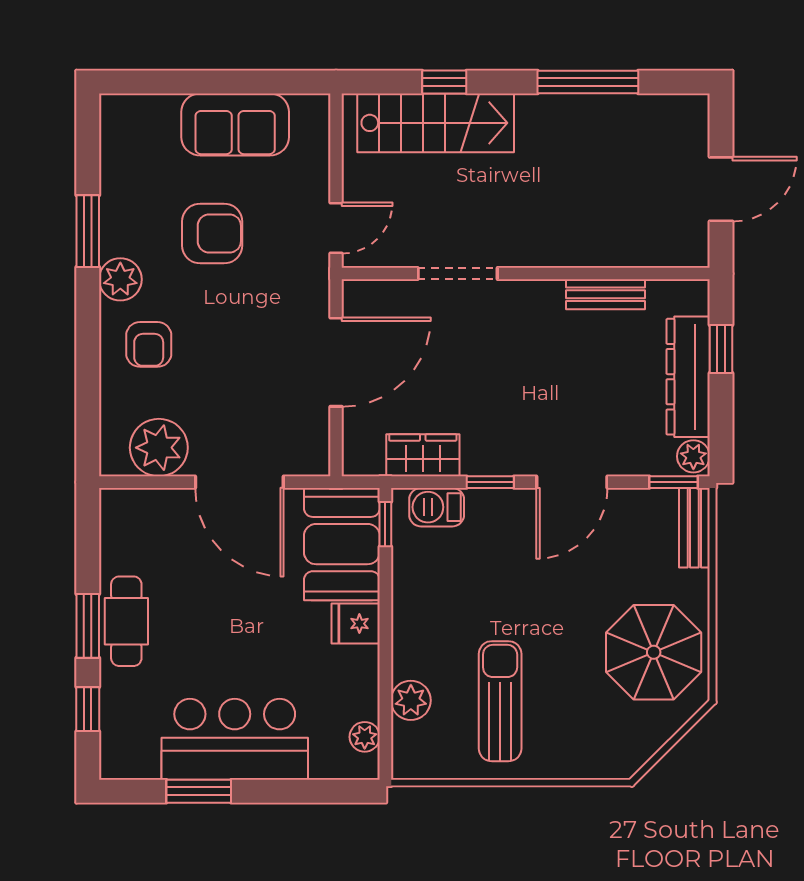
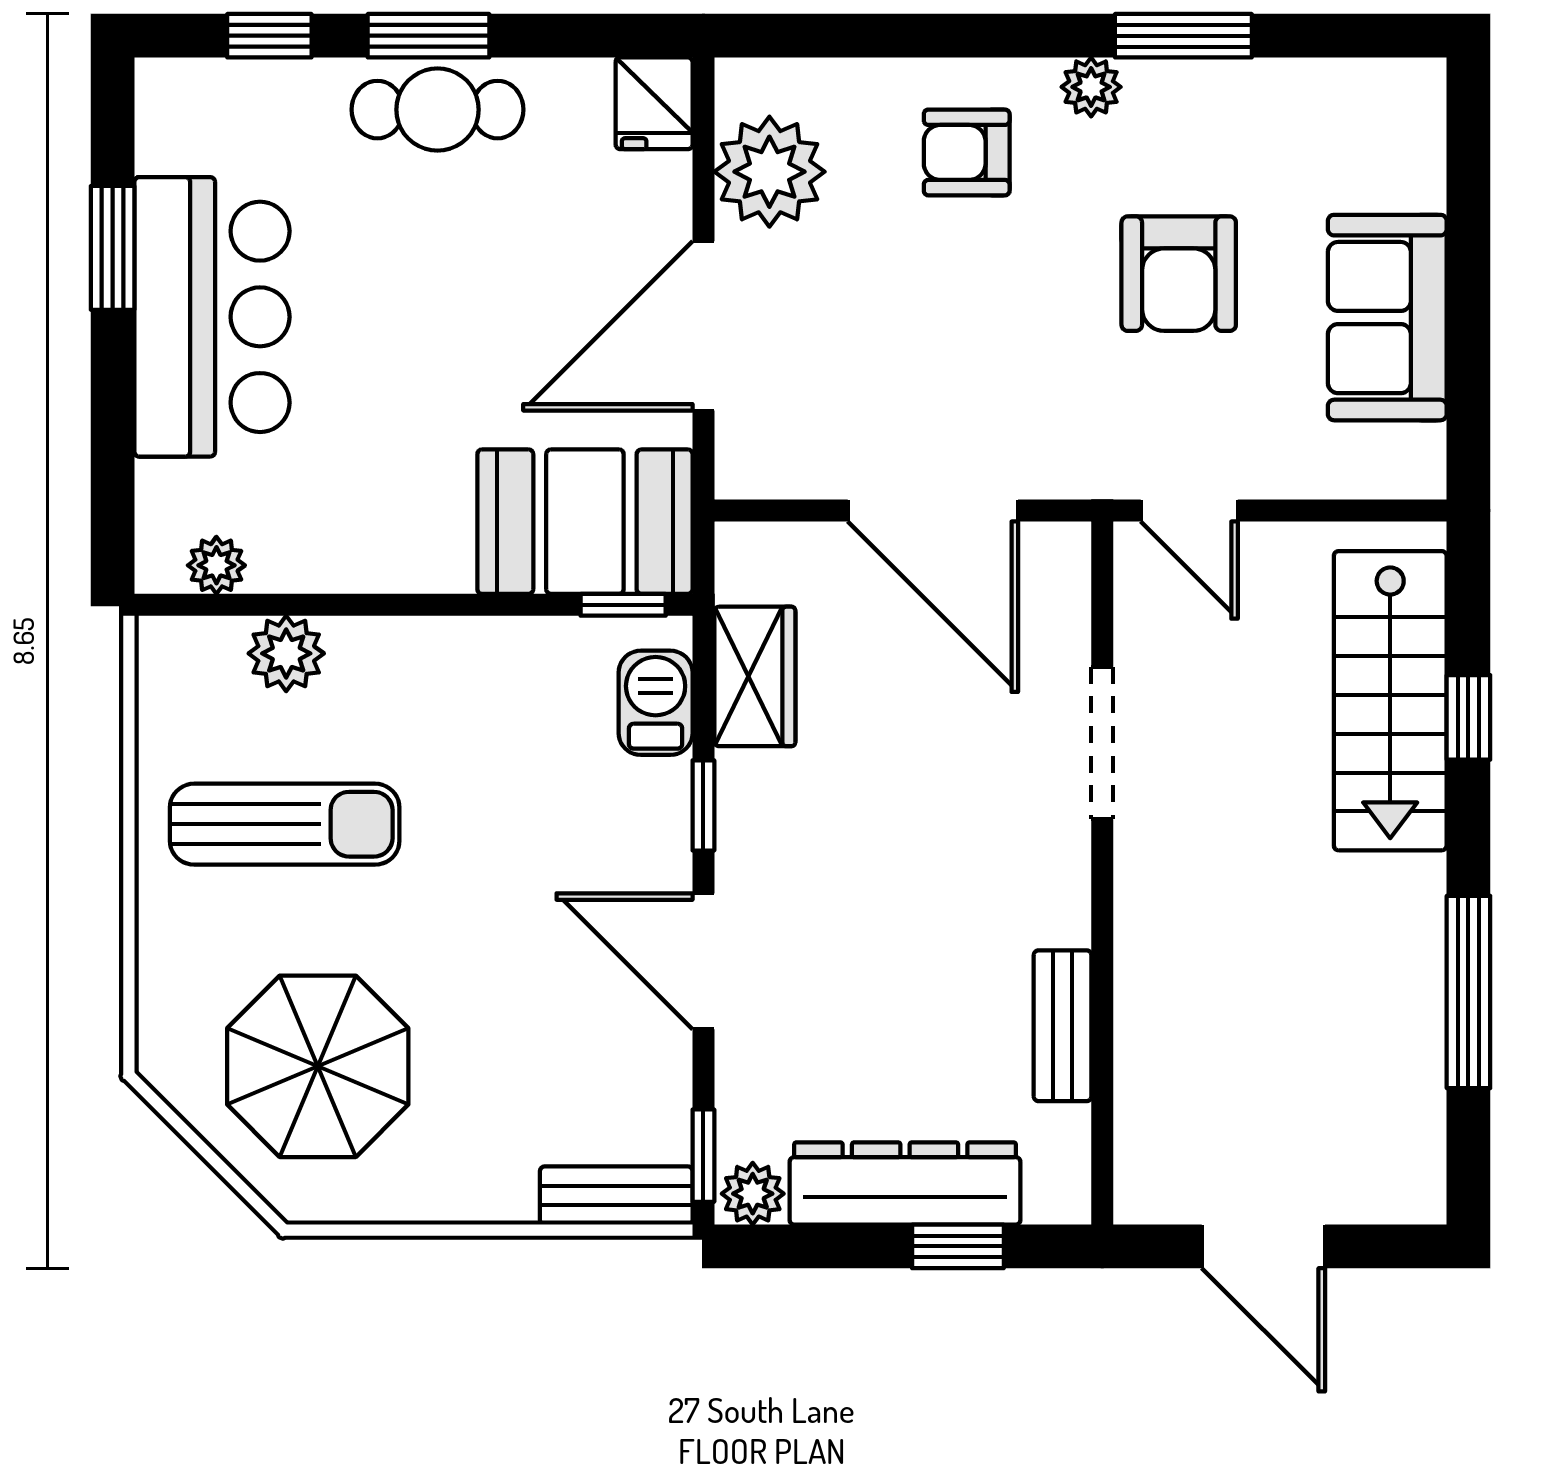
plant: (120, 279) -> (1091, 87), width x0.73, depth x0.73
fridge: (356, 624) -> (654, 103), moved, turned 180
parasol: (654, 652) -> (318, 1066), moved

